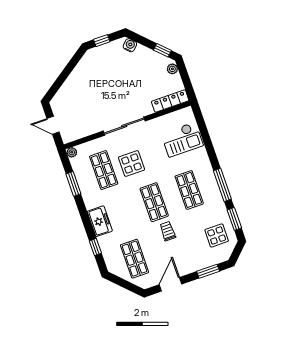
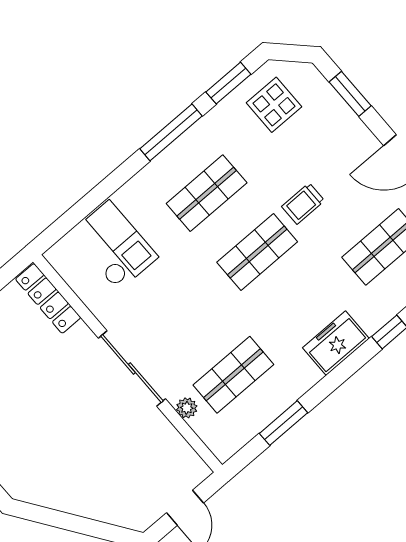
plant: (72, 152) -> (187, 408), moved
display table: (131, 163) -> (199, 326), removed

